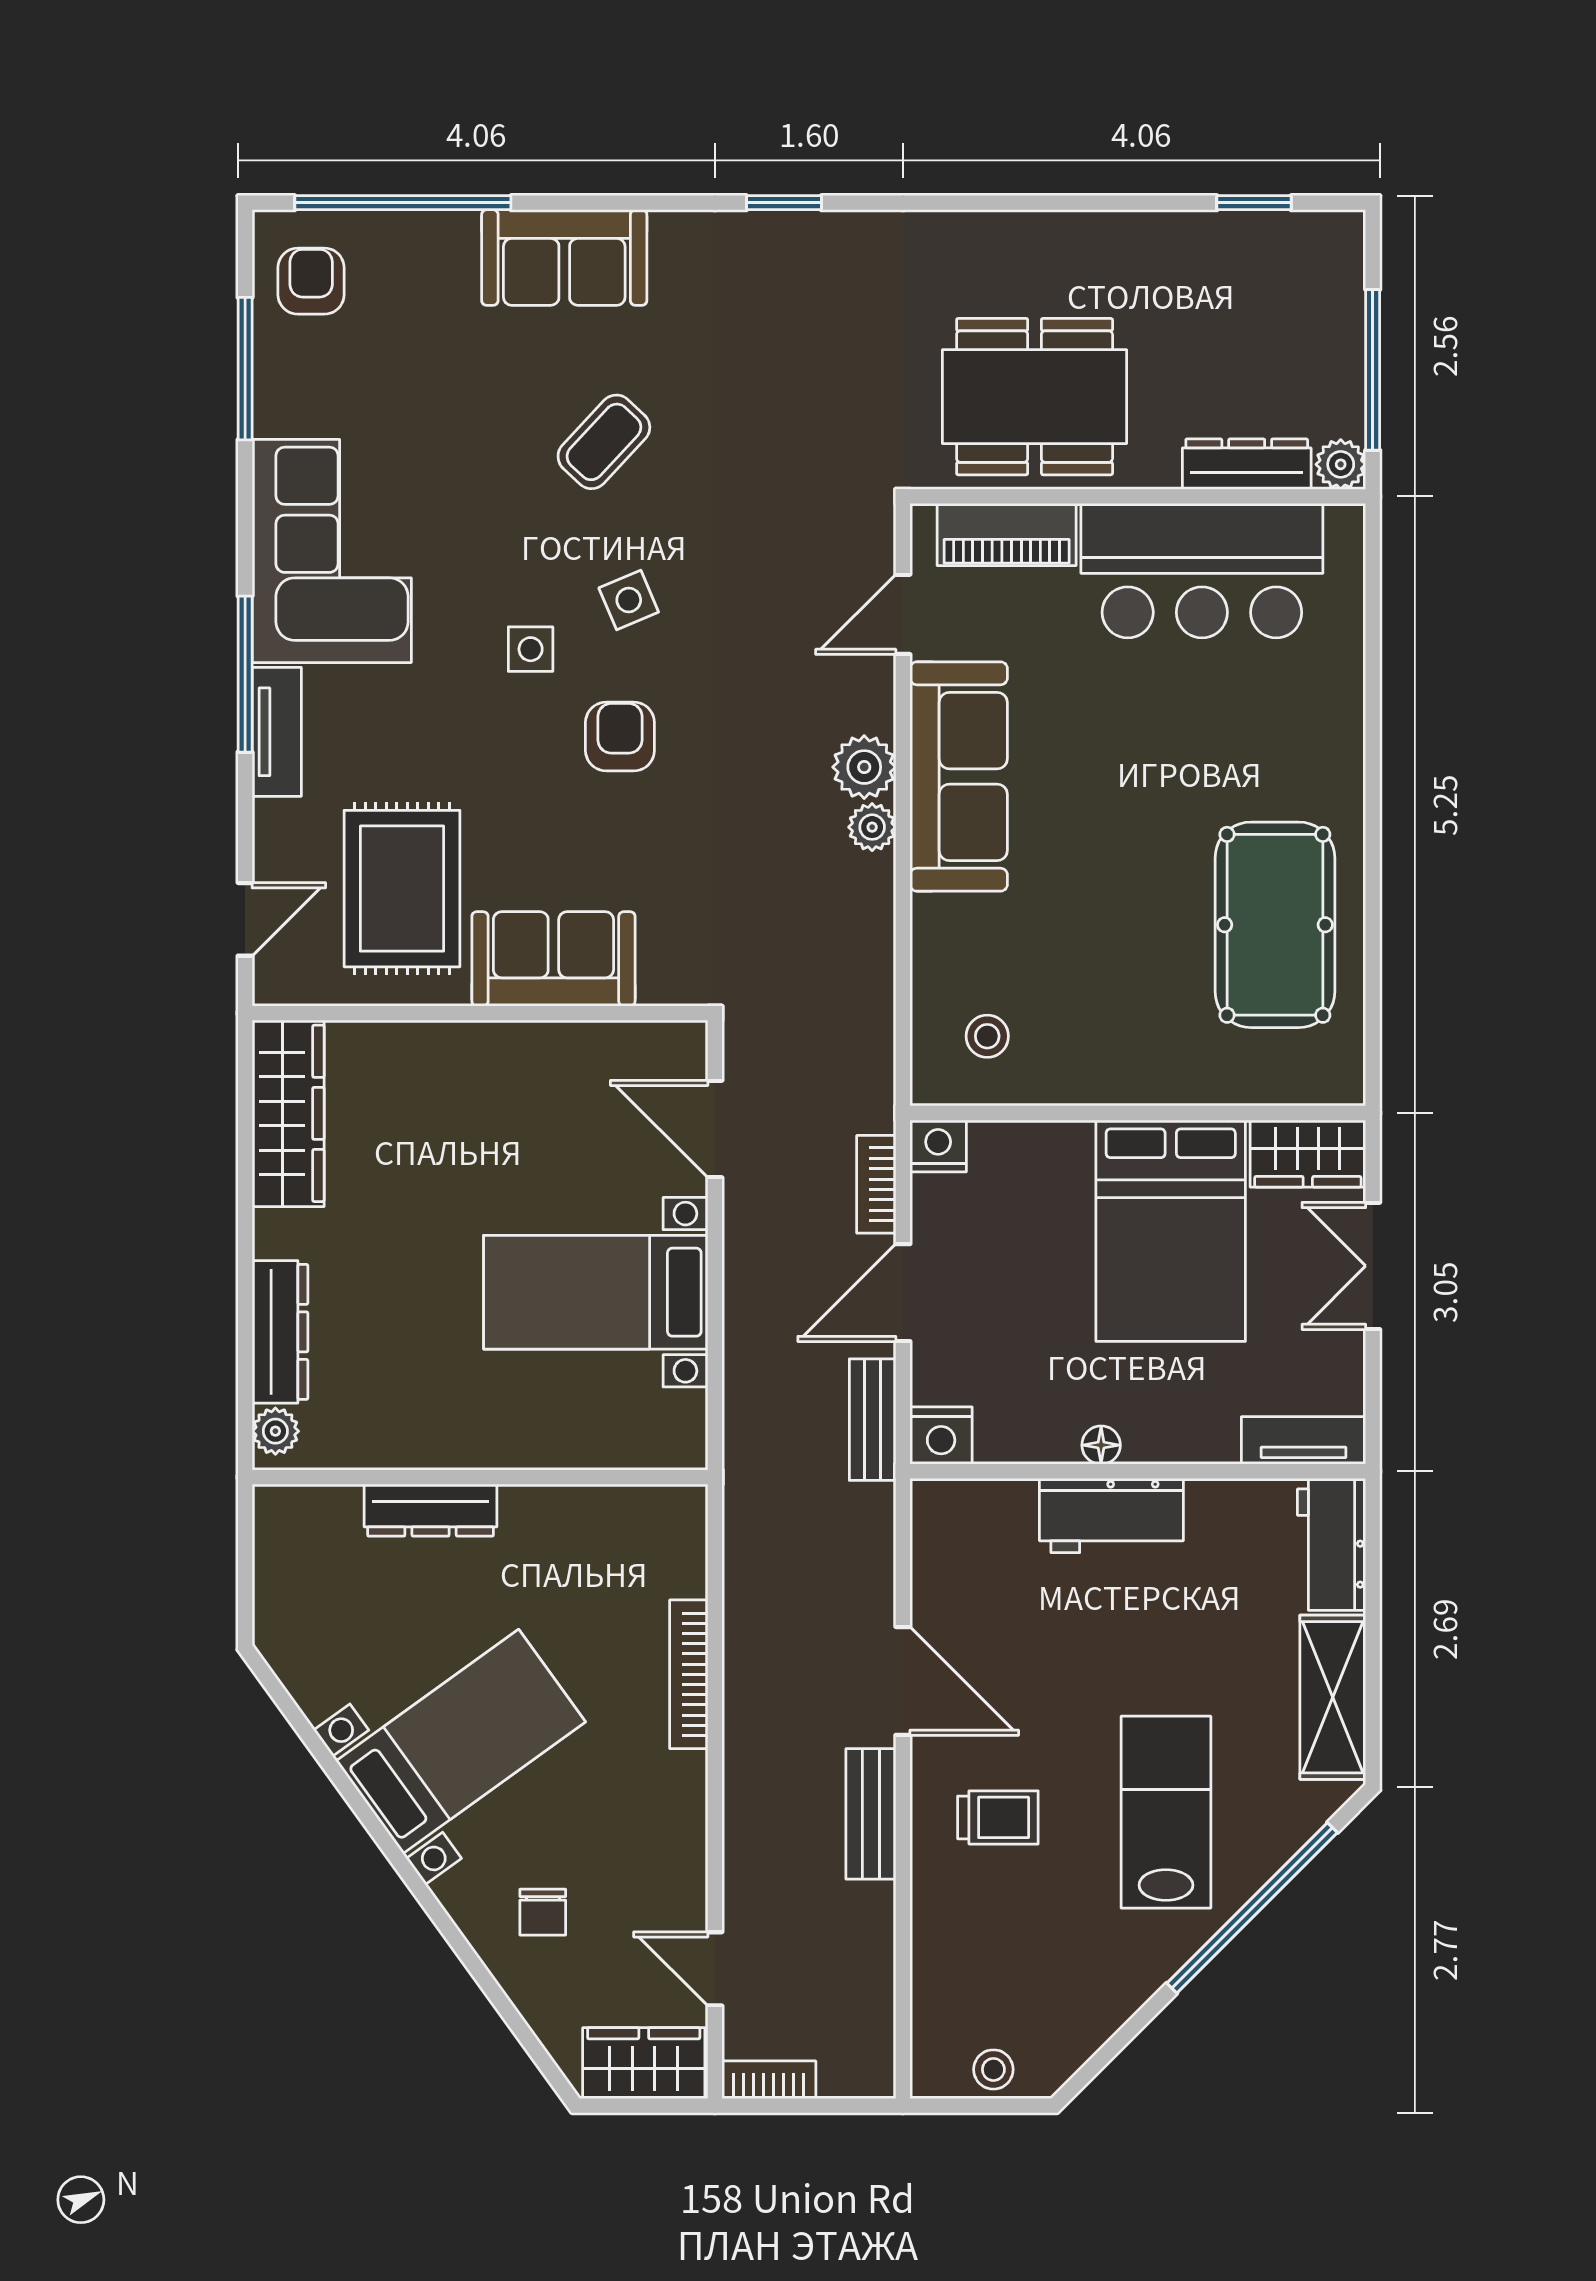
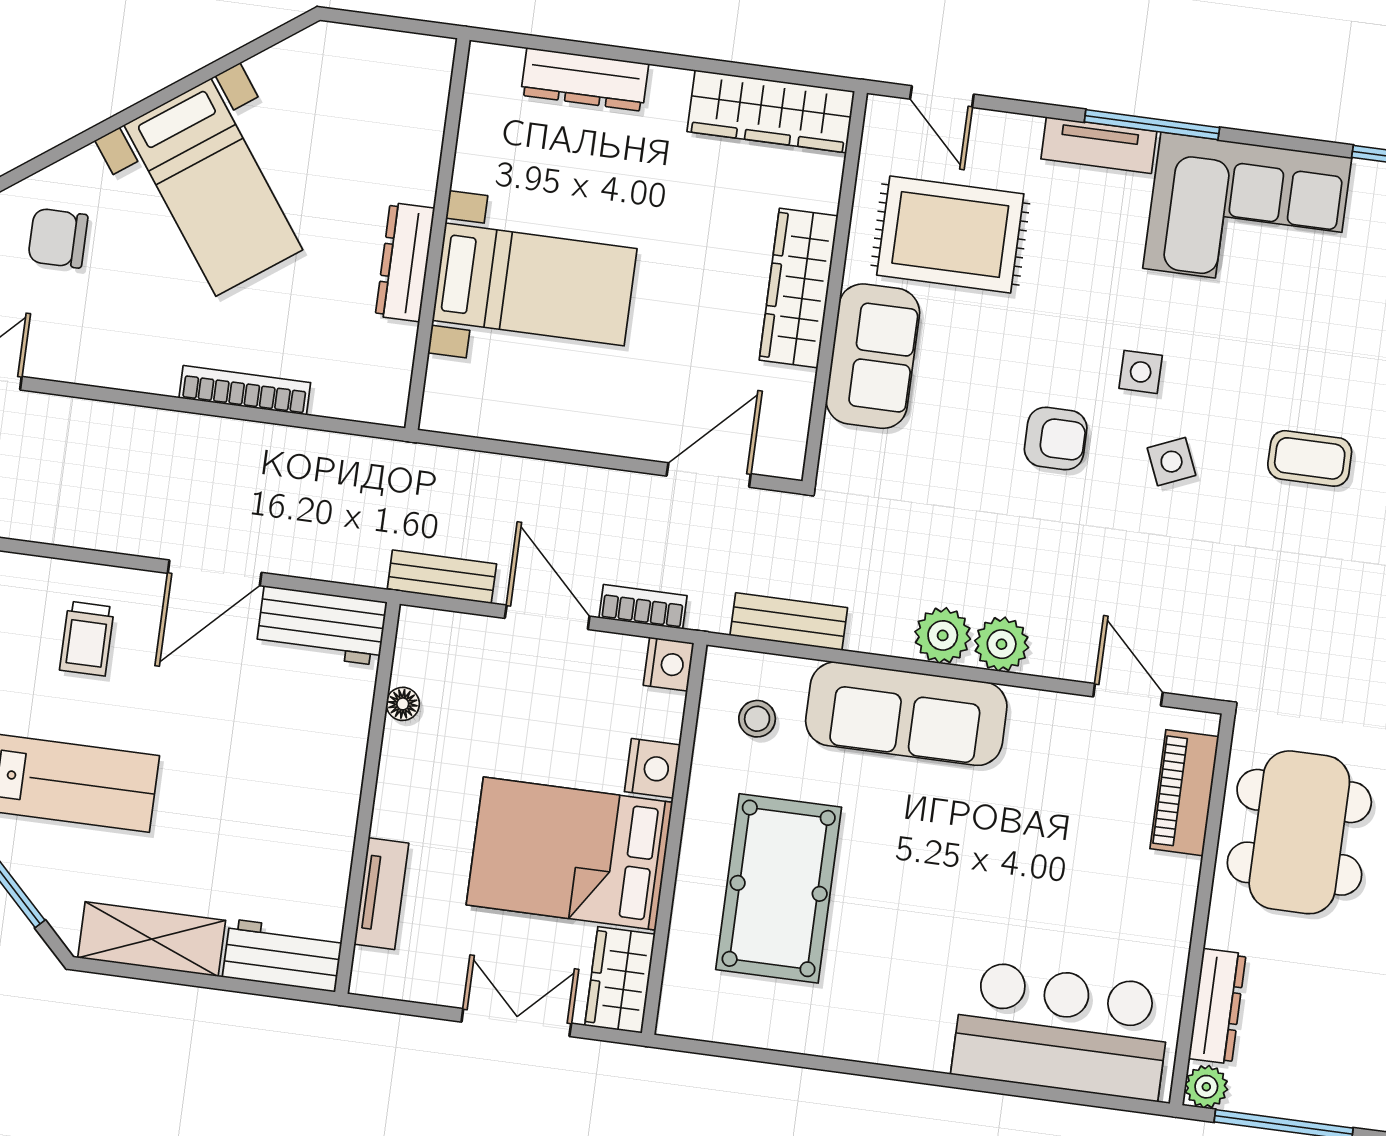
coffee table: (604, 442) -> (1310, 458), turned -43
bar counter: (1202, 571) -> (1062, 1031), moved, turned 90
sofa: (959, 776) -> (906, 714), moved
plant: (872, 827) -> (943, 635), width x1.38, depth x1.38
pool table: (1275, 925) -> (779, 888), moved, turned 90
wardrobe: (487, 1055) -> (799, 288), added
bed with nightstands: (596, 1292) -> (535, 284), moved, turned 90
plant: (275, 1431) -> (500, 64), removed
nightstand: (941, 1436) -> (652, 768), moved, turned 180
tv unit: (1303, 1440) -> (381, 894), moved
floor lamp: (1101, 1445) -> (403, 704), moved
dresser: (431, 1510) -> (405, 262), moved
workbench: (1111, 1515) -> (322, 626), moved, turned -90
bench: (871, 1814) -> (789, 622), moved
chair: (543, 1912) -> (58, 238), width x1.37, depth x1.37

